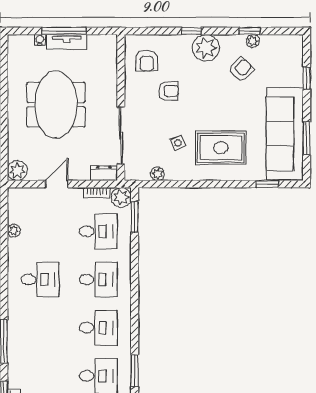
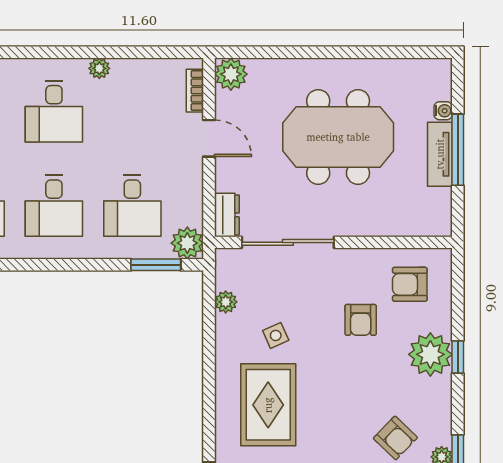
plant: (206, 48) -> (430, 354), moved
bookcase: (97, 193) -> (195, 91), moved
plant: (14, 231) -> (99, 68), moved

